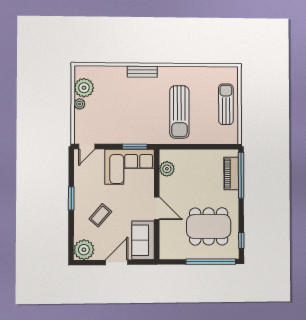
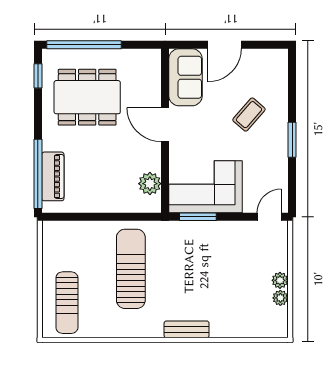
plant: (84, 88) -> (280, 298), width x0.53, depth x0.53
sun lounger: (226, 104) -> (67, 303), moved
plant: (84, 250) -> (273, 64), removed

